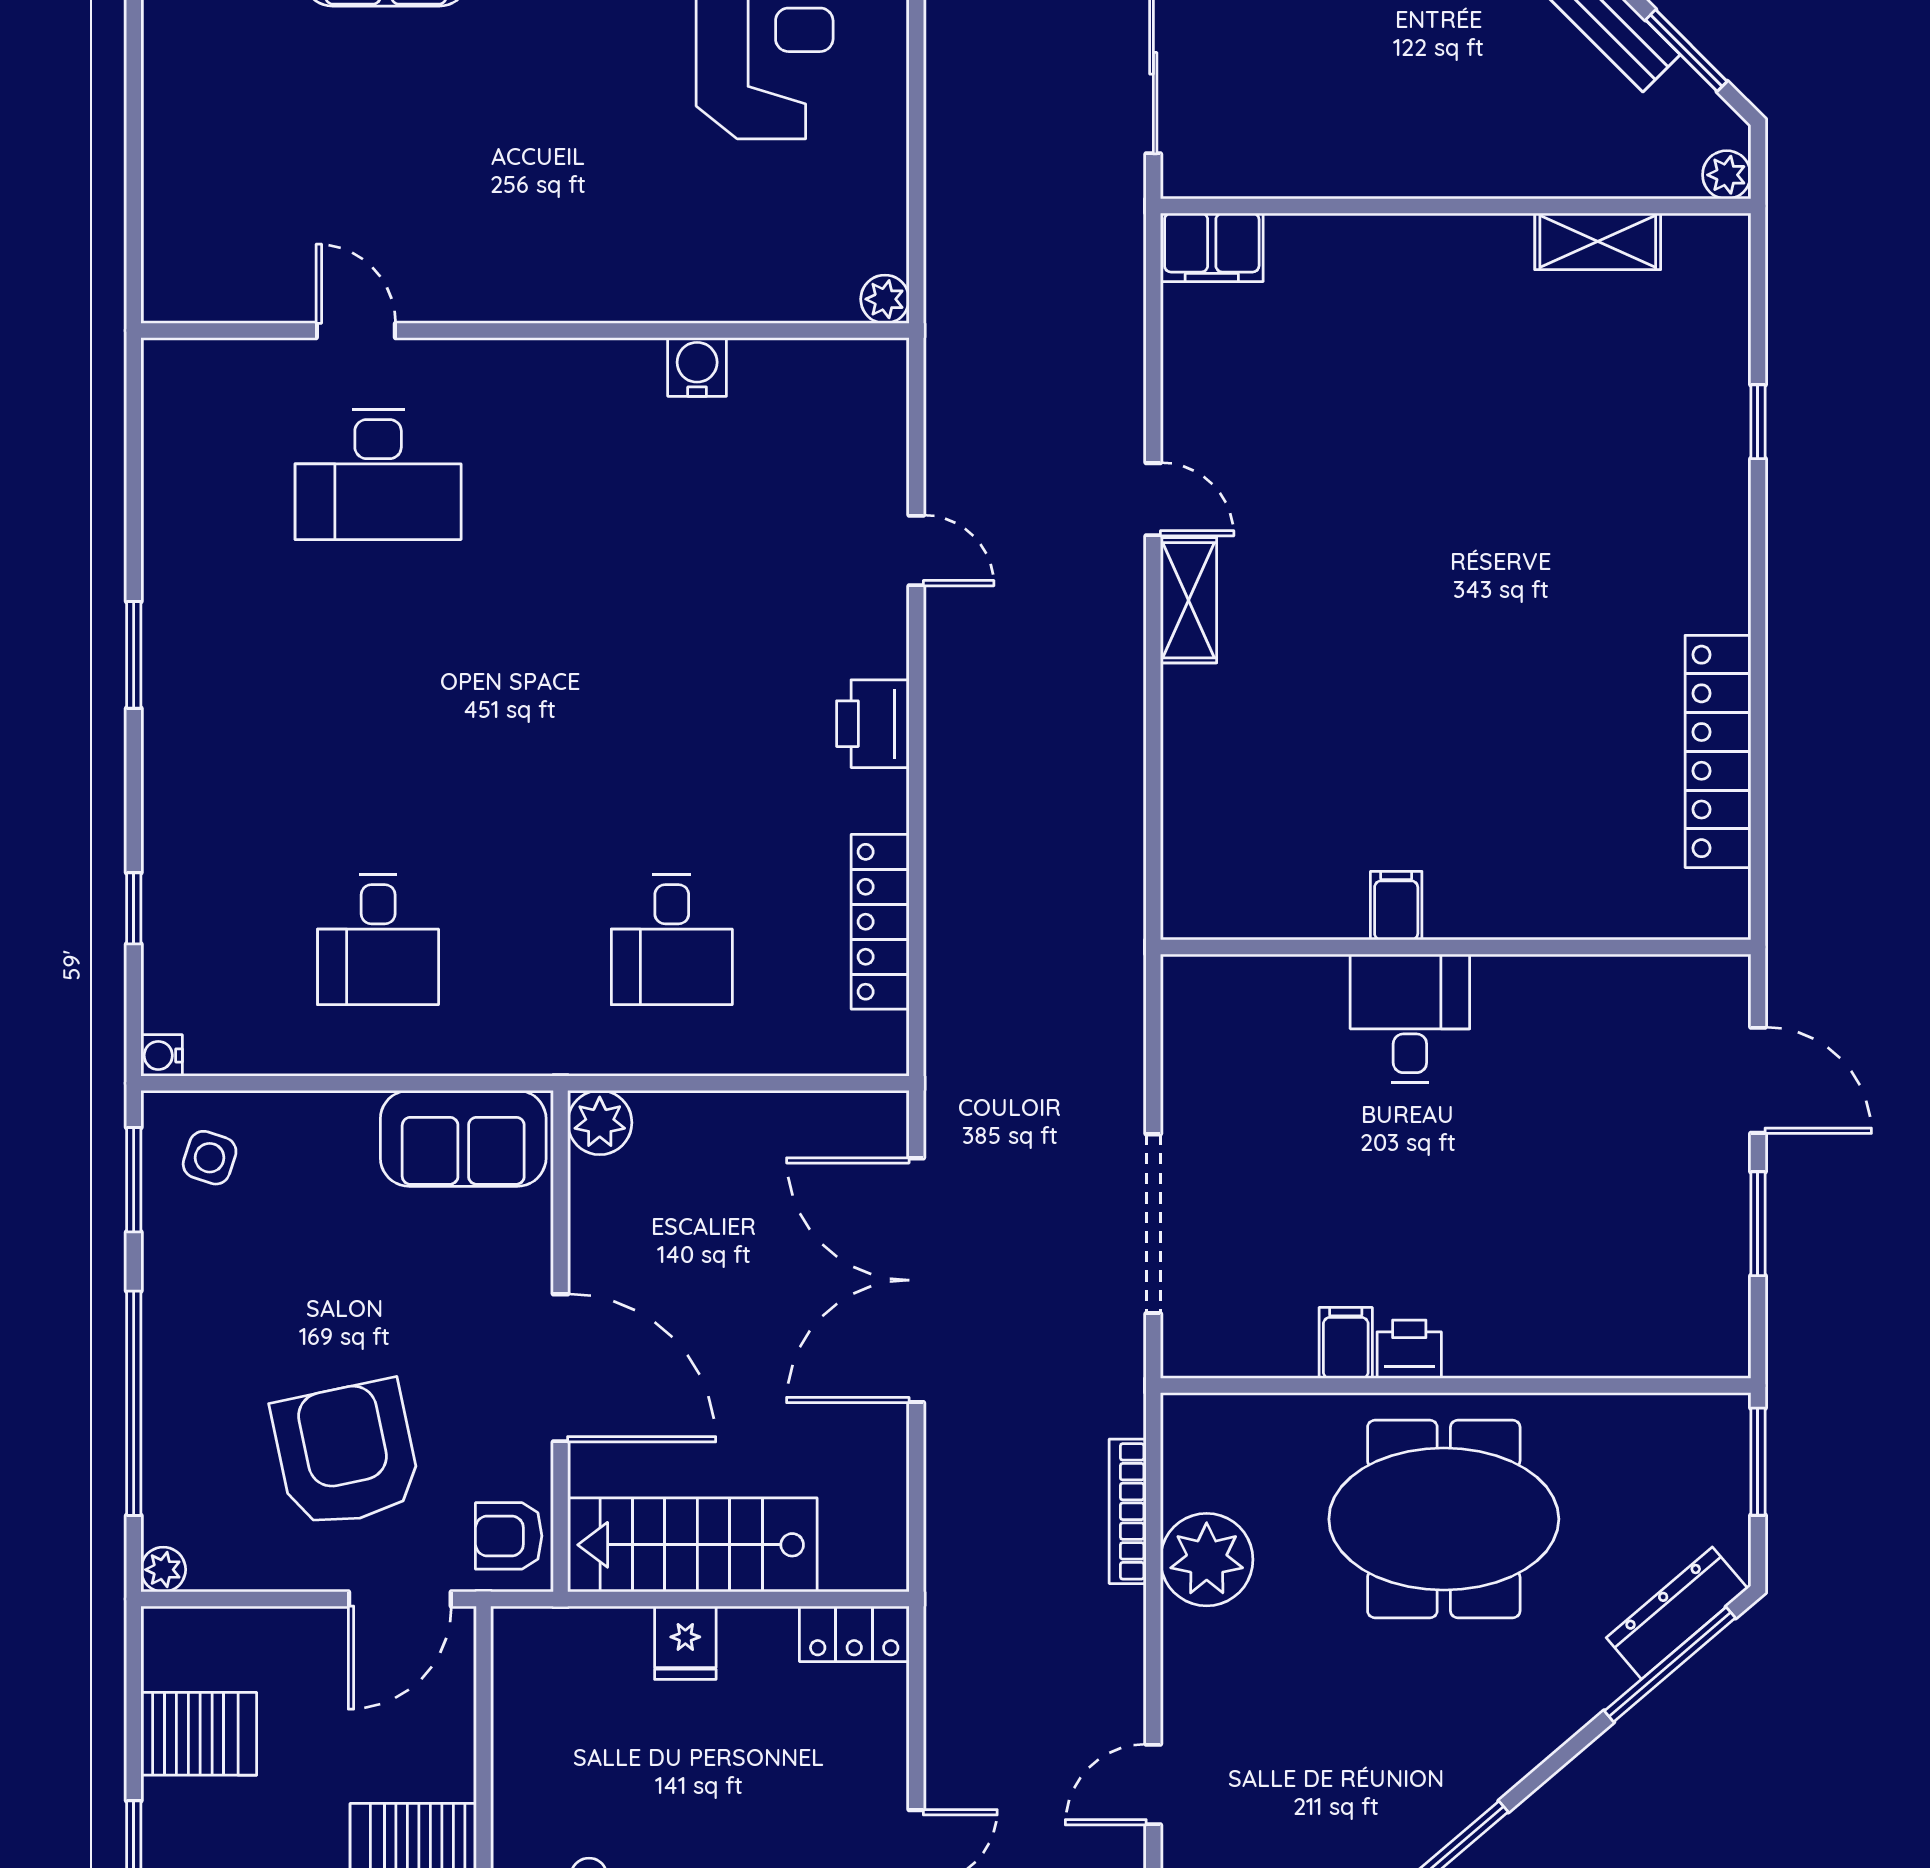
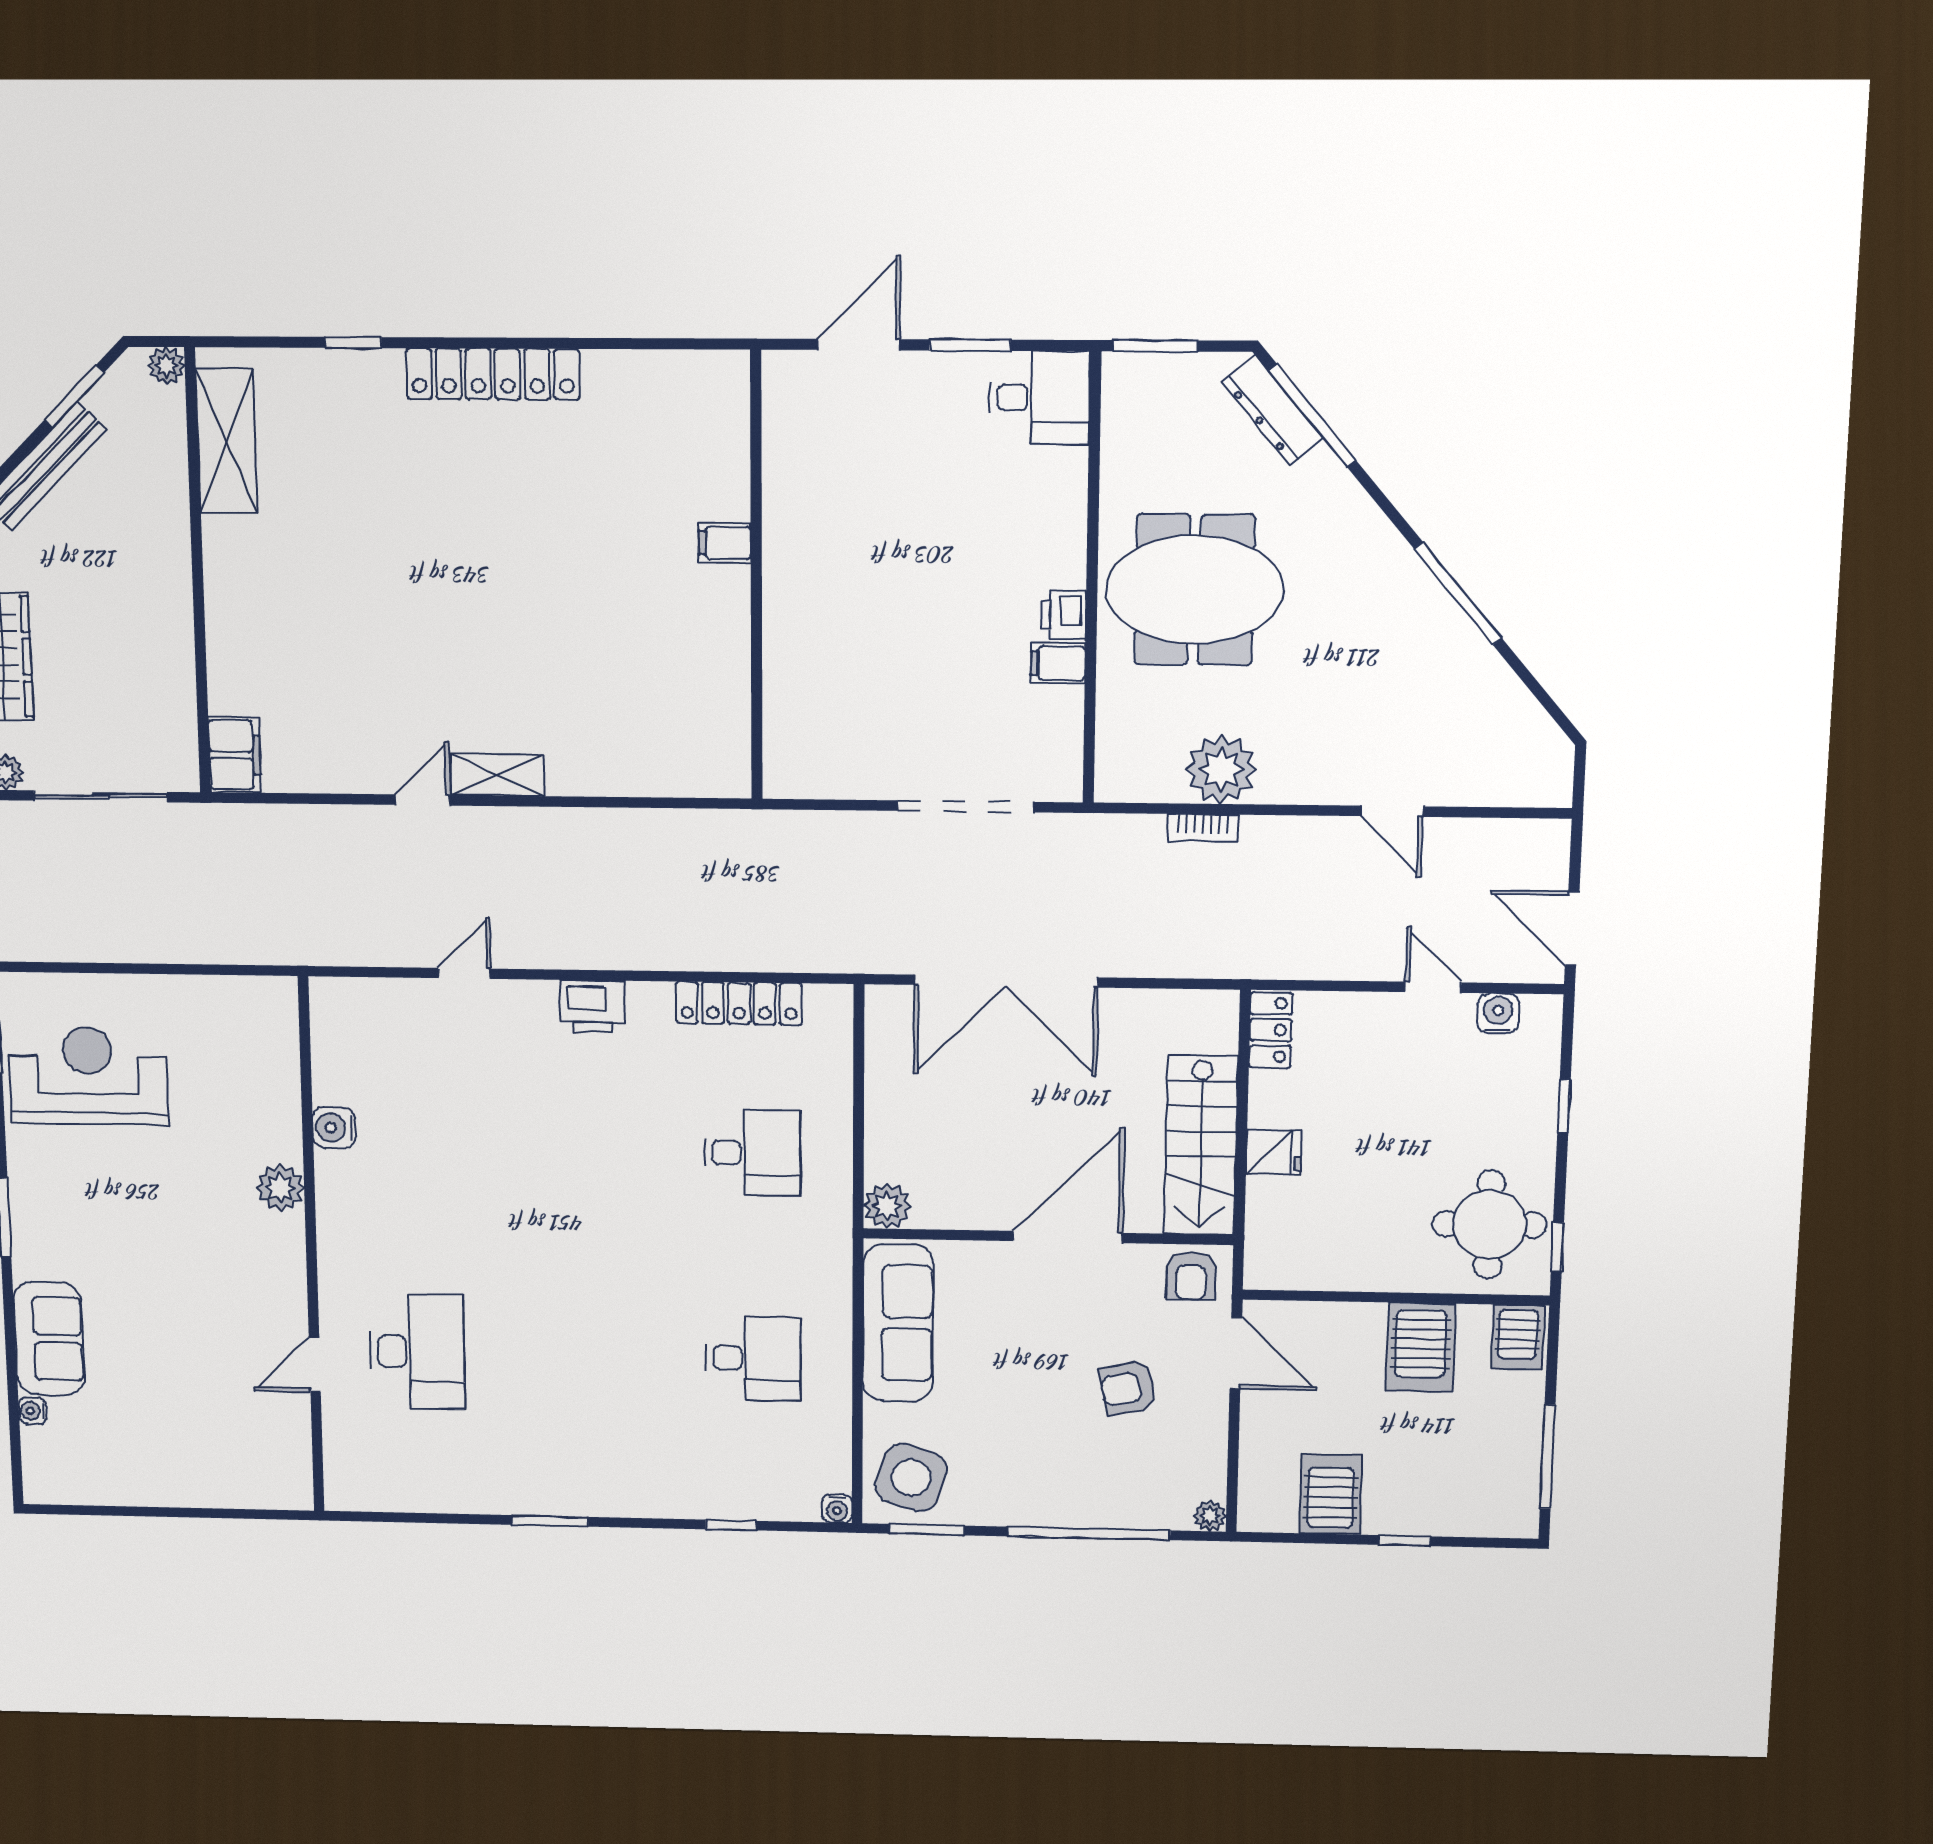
shelving: (1598, 241) -> (227, 441), width x1.50, depth x1.33
plant: (885, 299) -> (280, 1188), moved, width x1.38, depth x1.38
locker: (1718, 751) -> (493, 374), moved
filing cabinet: (1396, 906) -> (725, 543), moved
desk: (1410, 1019) -> (1039, 398), moved, turned 180
sofa: (463, 1138) -> (898, 1323), width x1.36
side table: (210, 1158) -> (911, 1478), width x1.87, depth x1.87
armchair: (346, 1454) -> (1128, 1388), width x0.53, depth x0.53
bookcase: (1128, 1511) -> (1203, 828), width x0.64
meeting table: (1444, 1519) -> (1194, 590), turned 90

